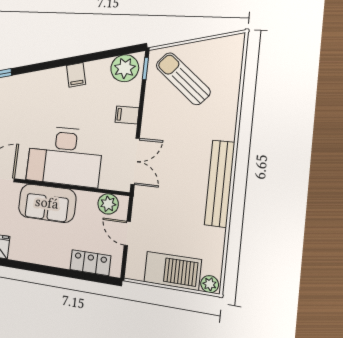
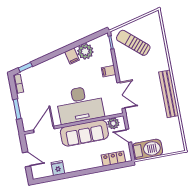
plant: (125, 68) -> (85, 51), moved
sofa: (47, 203) -> (84, 133), width x1.36
barbecue: (172, 271) -> (147, 149), moved
plant: (210, 284) -> (179, 147), removed

